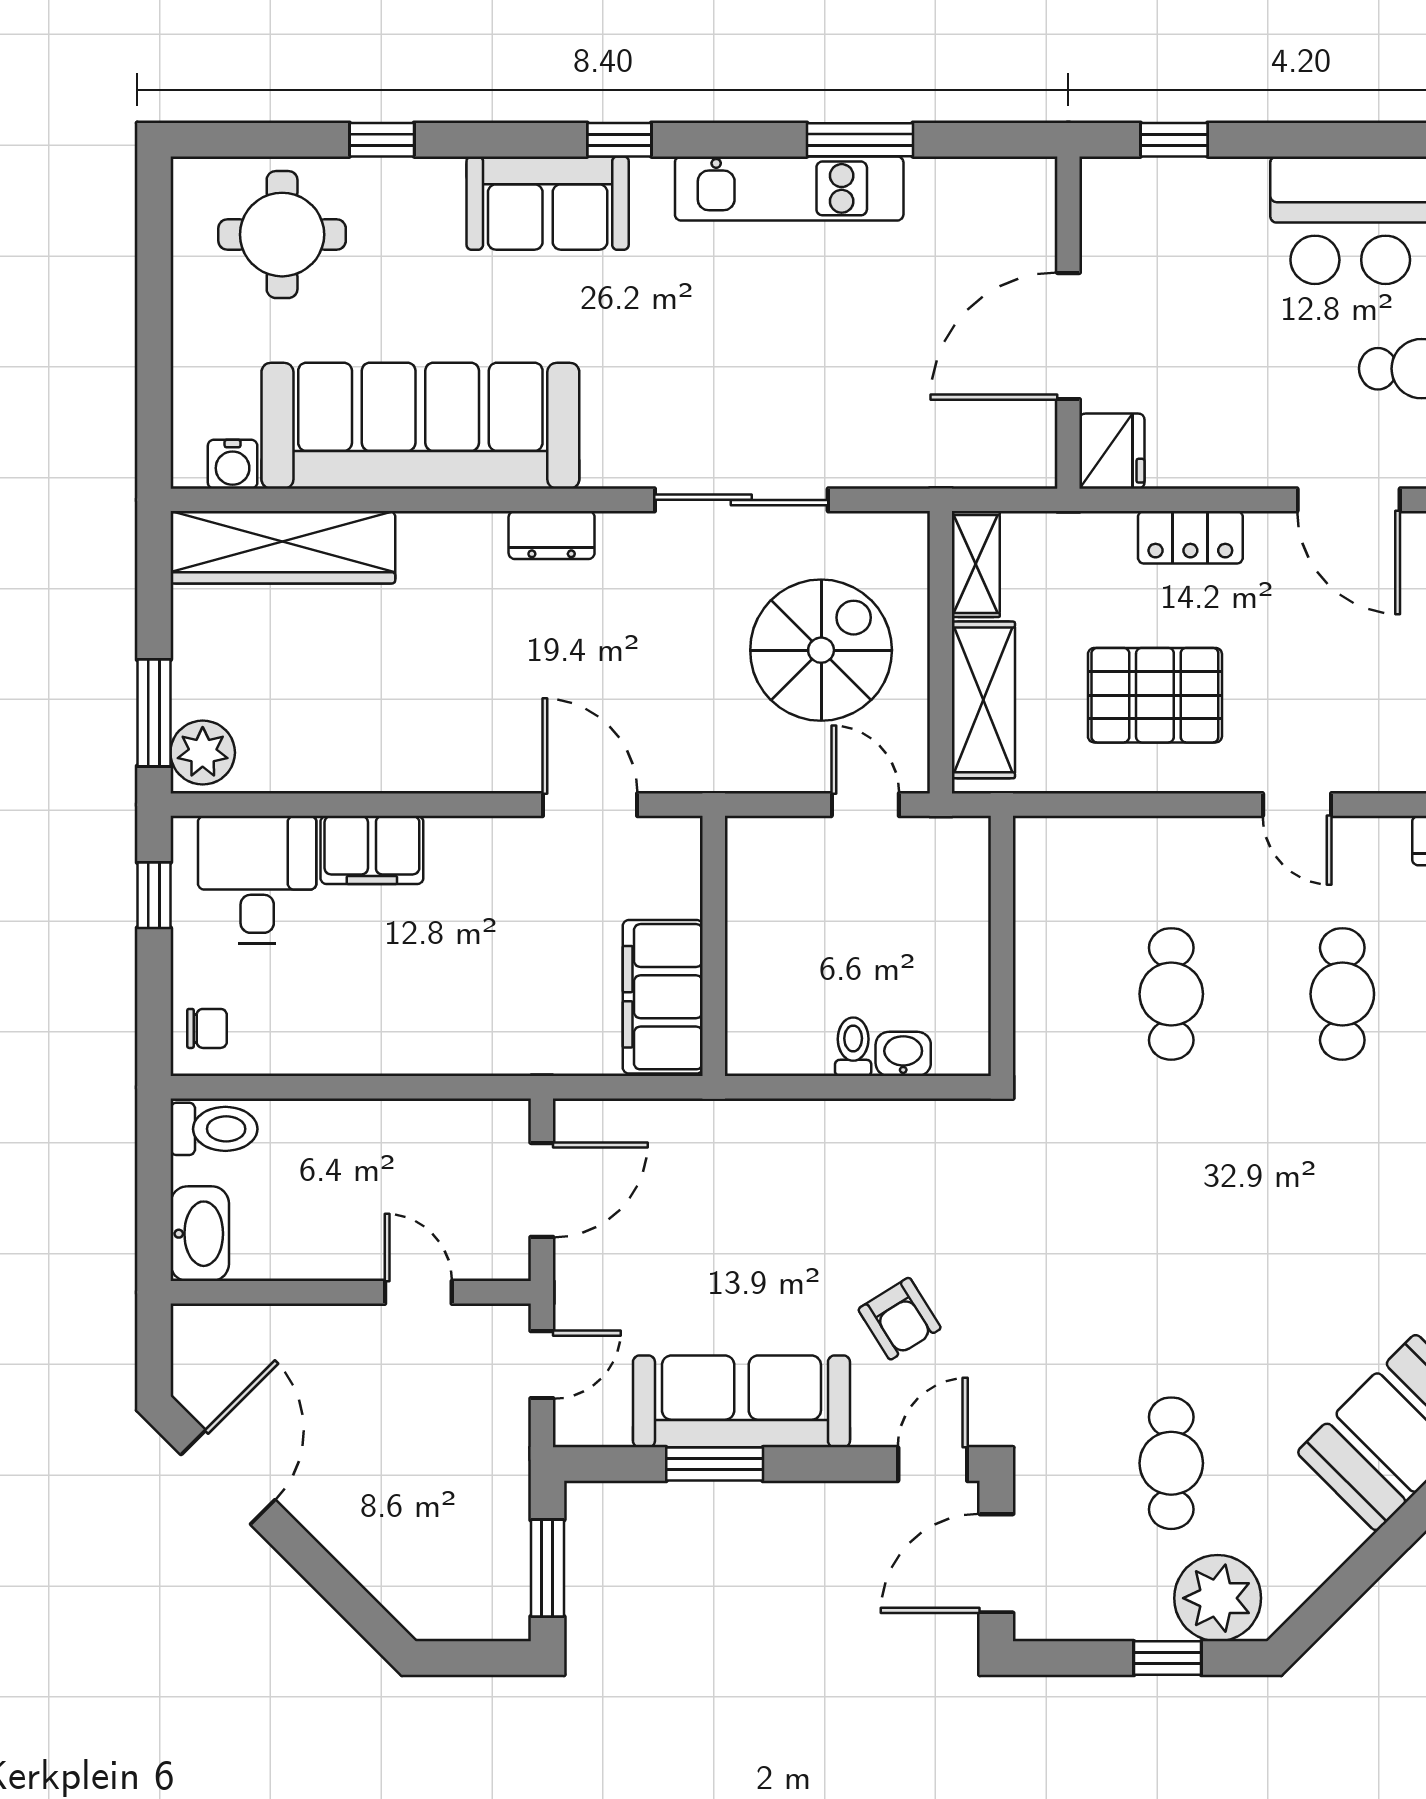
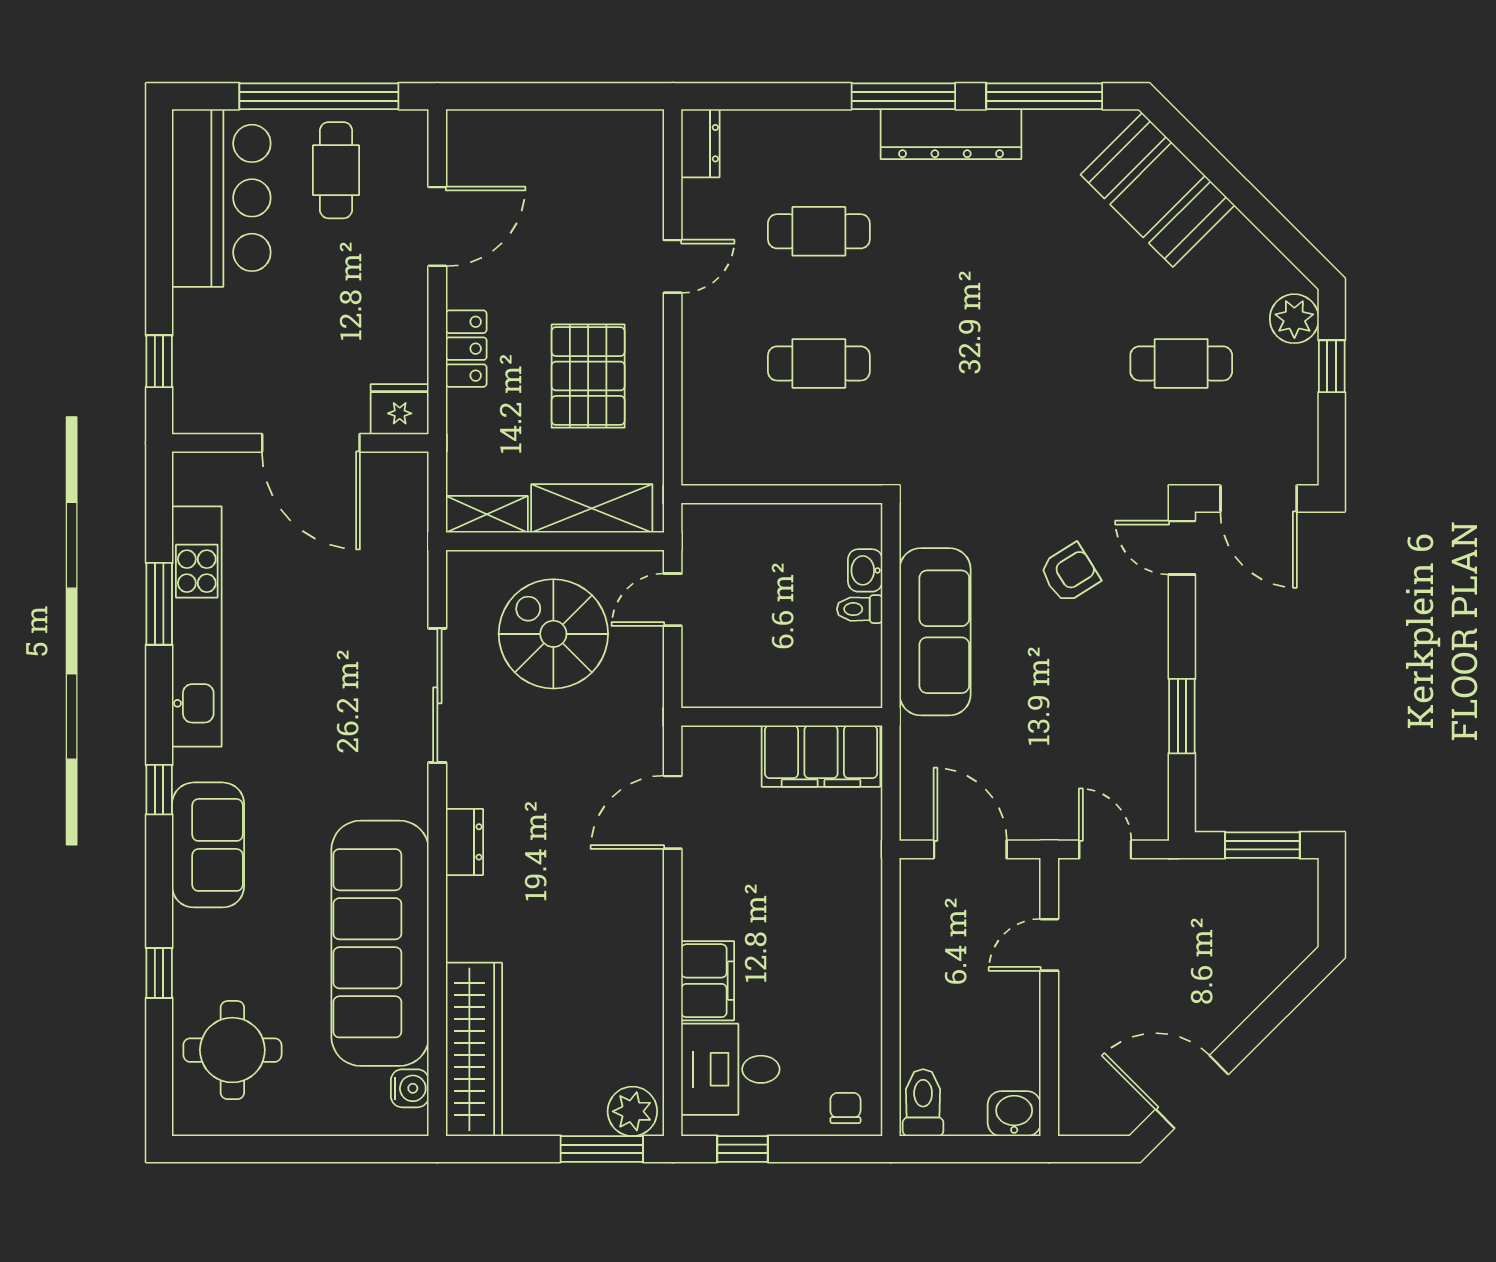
kitchen unit: (789, 188) -> (197, 626), width x1.36
washbasin: (200, 1234) -> (1014, 1114), width x0.72
sofa: (741, 1401) -> (935, 632), moved, turned 180
plant: (1218, 1598) -> (1294, 319), width x0.73, depth x0.73

